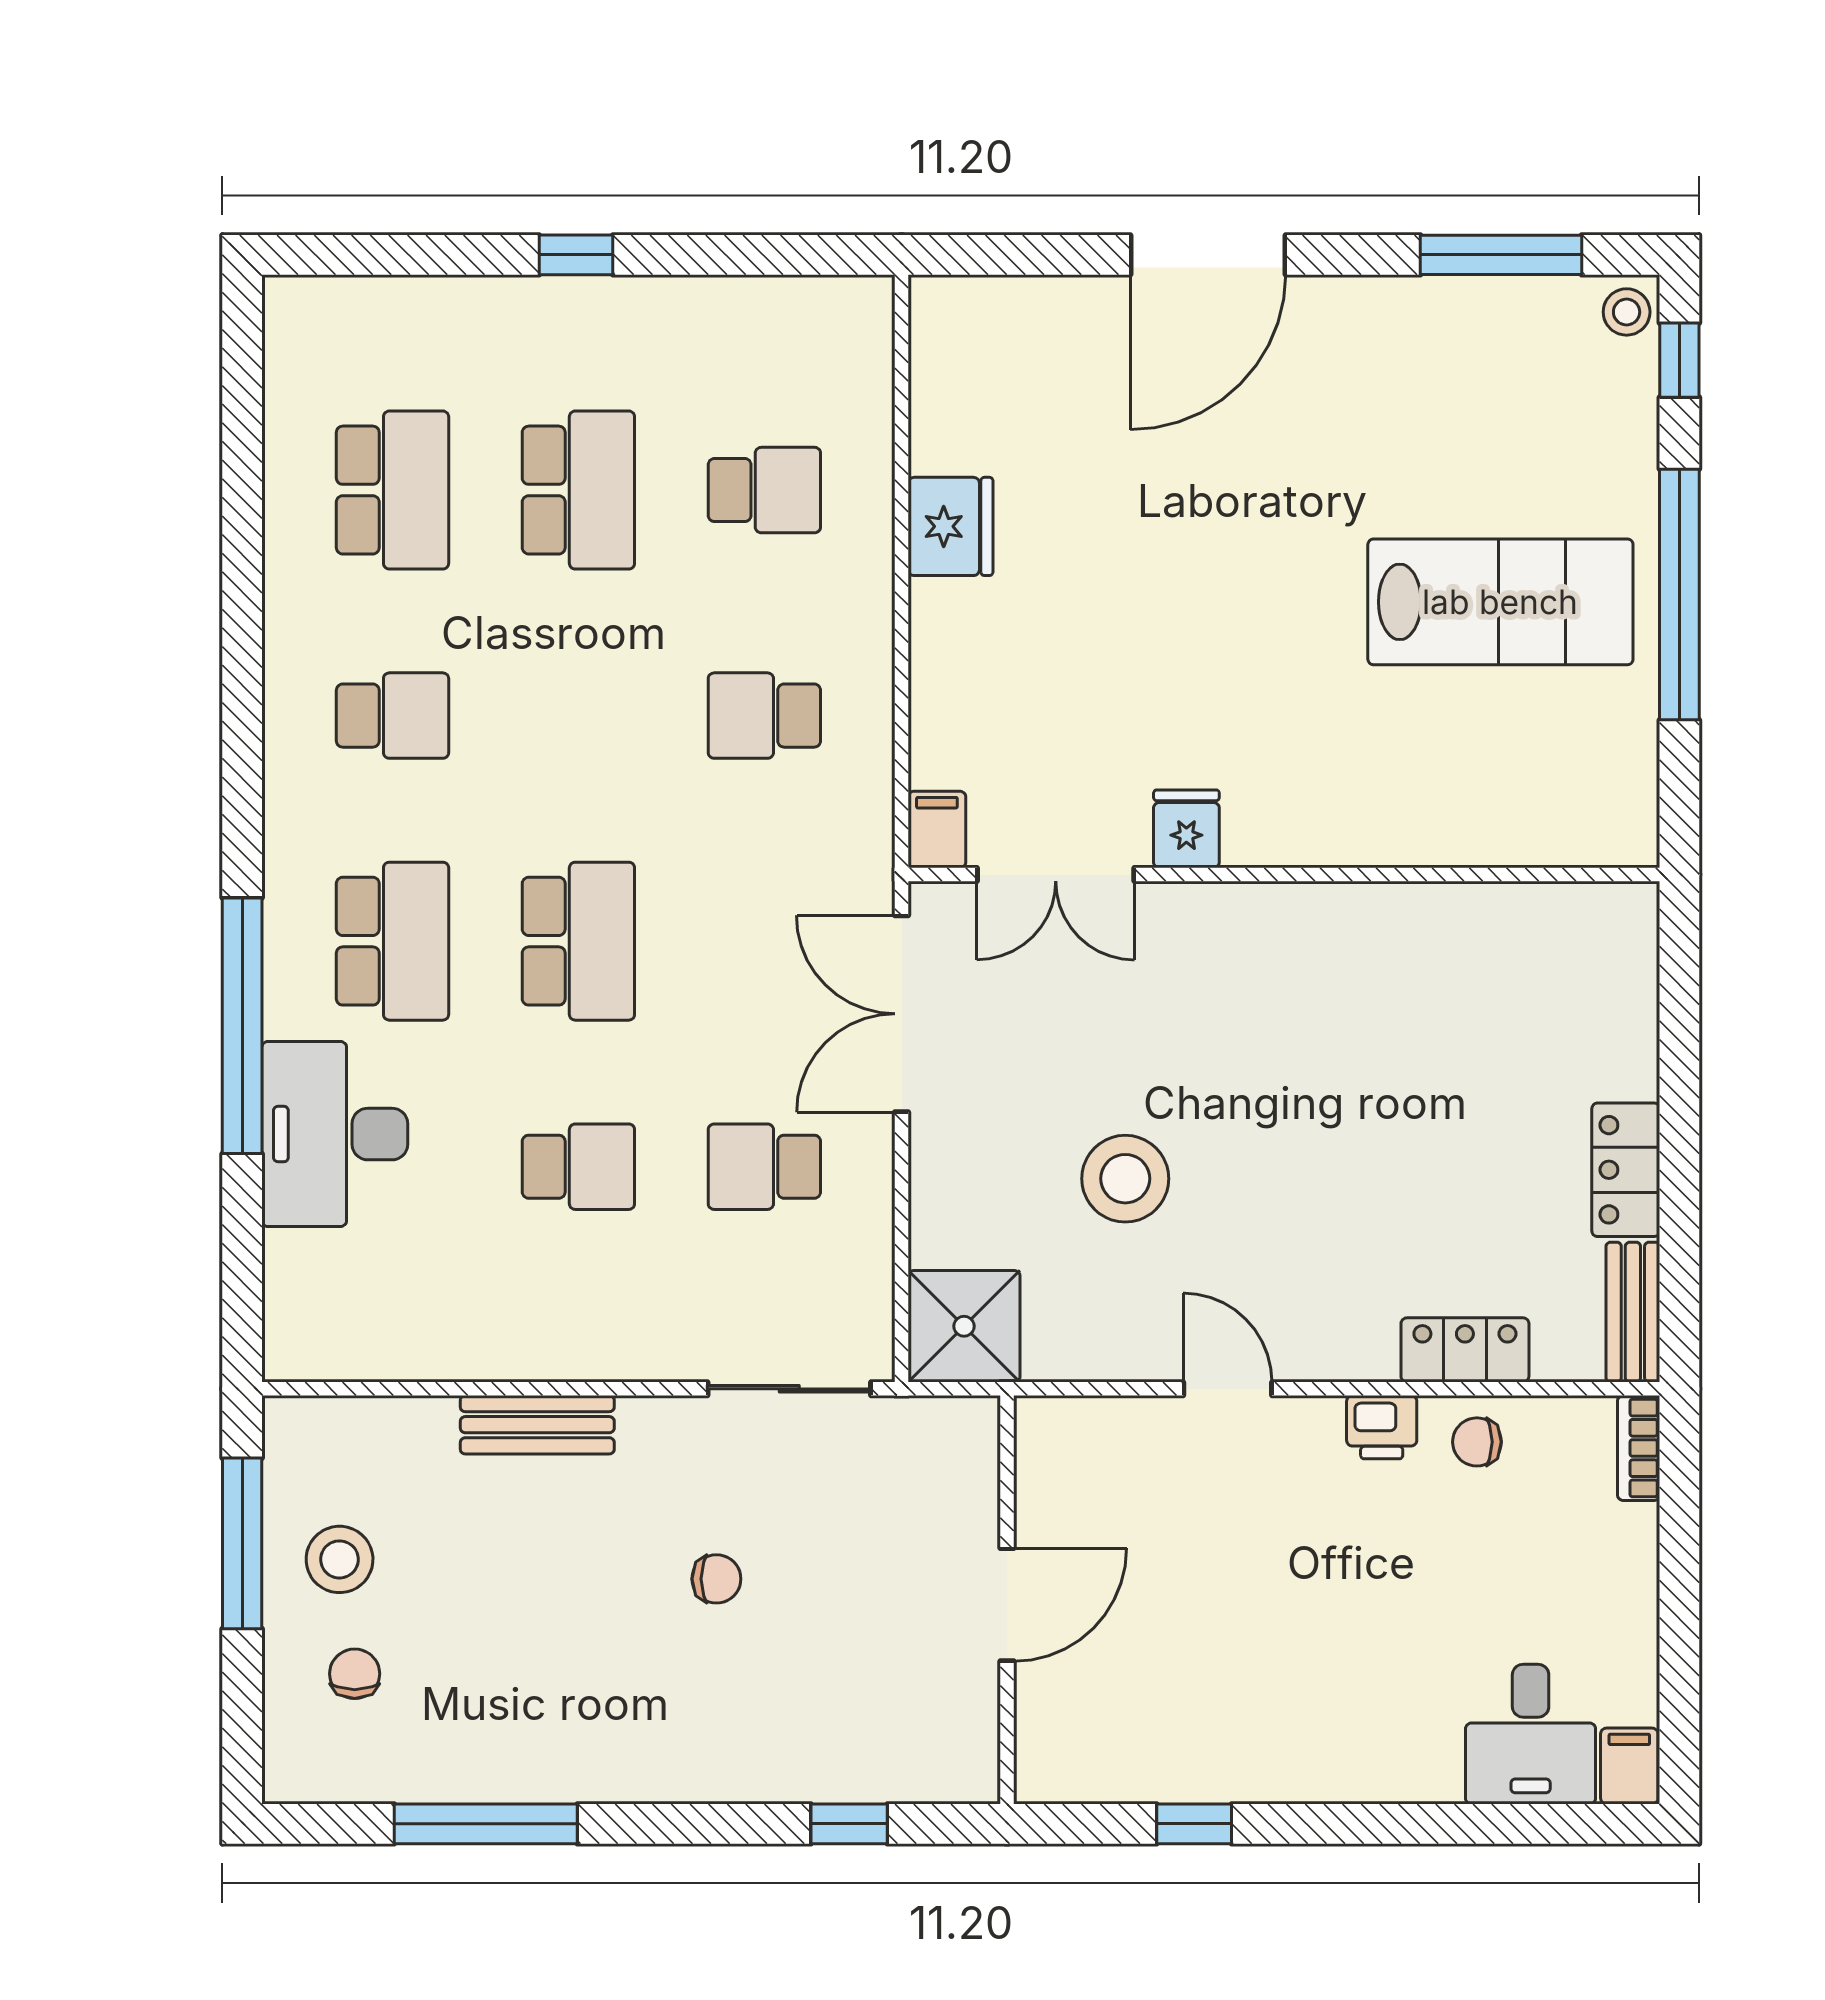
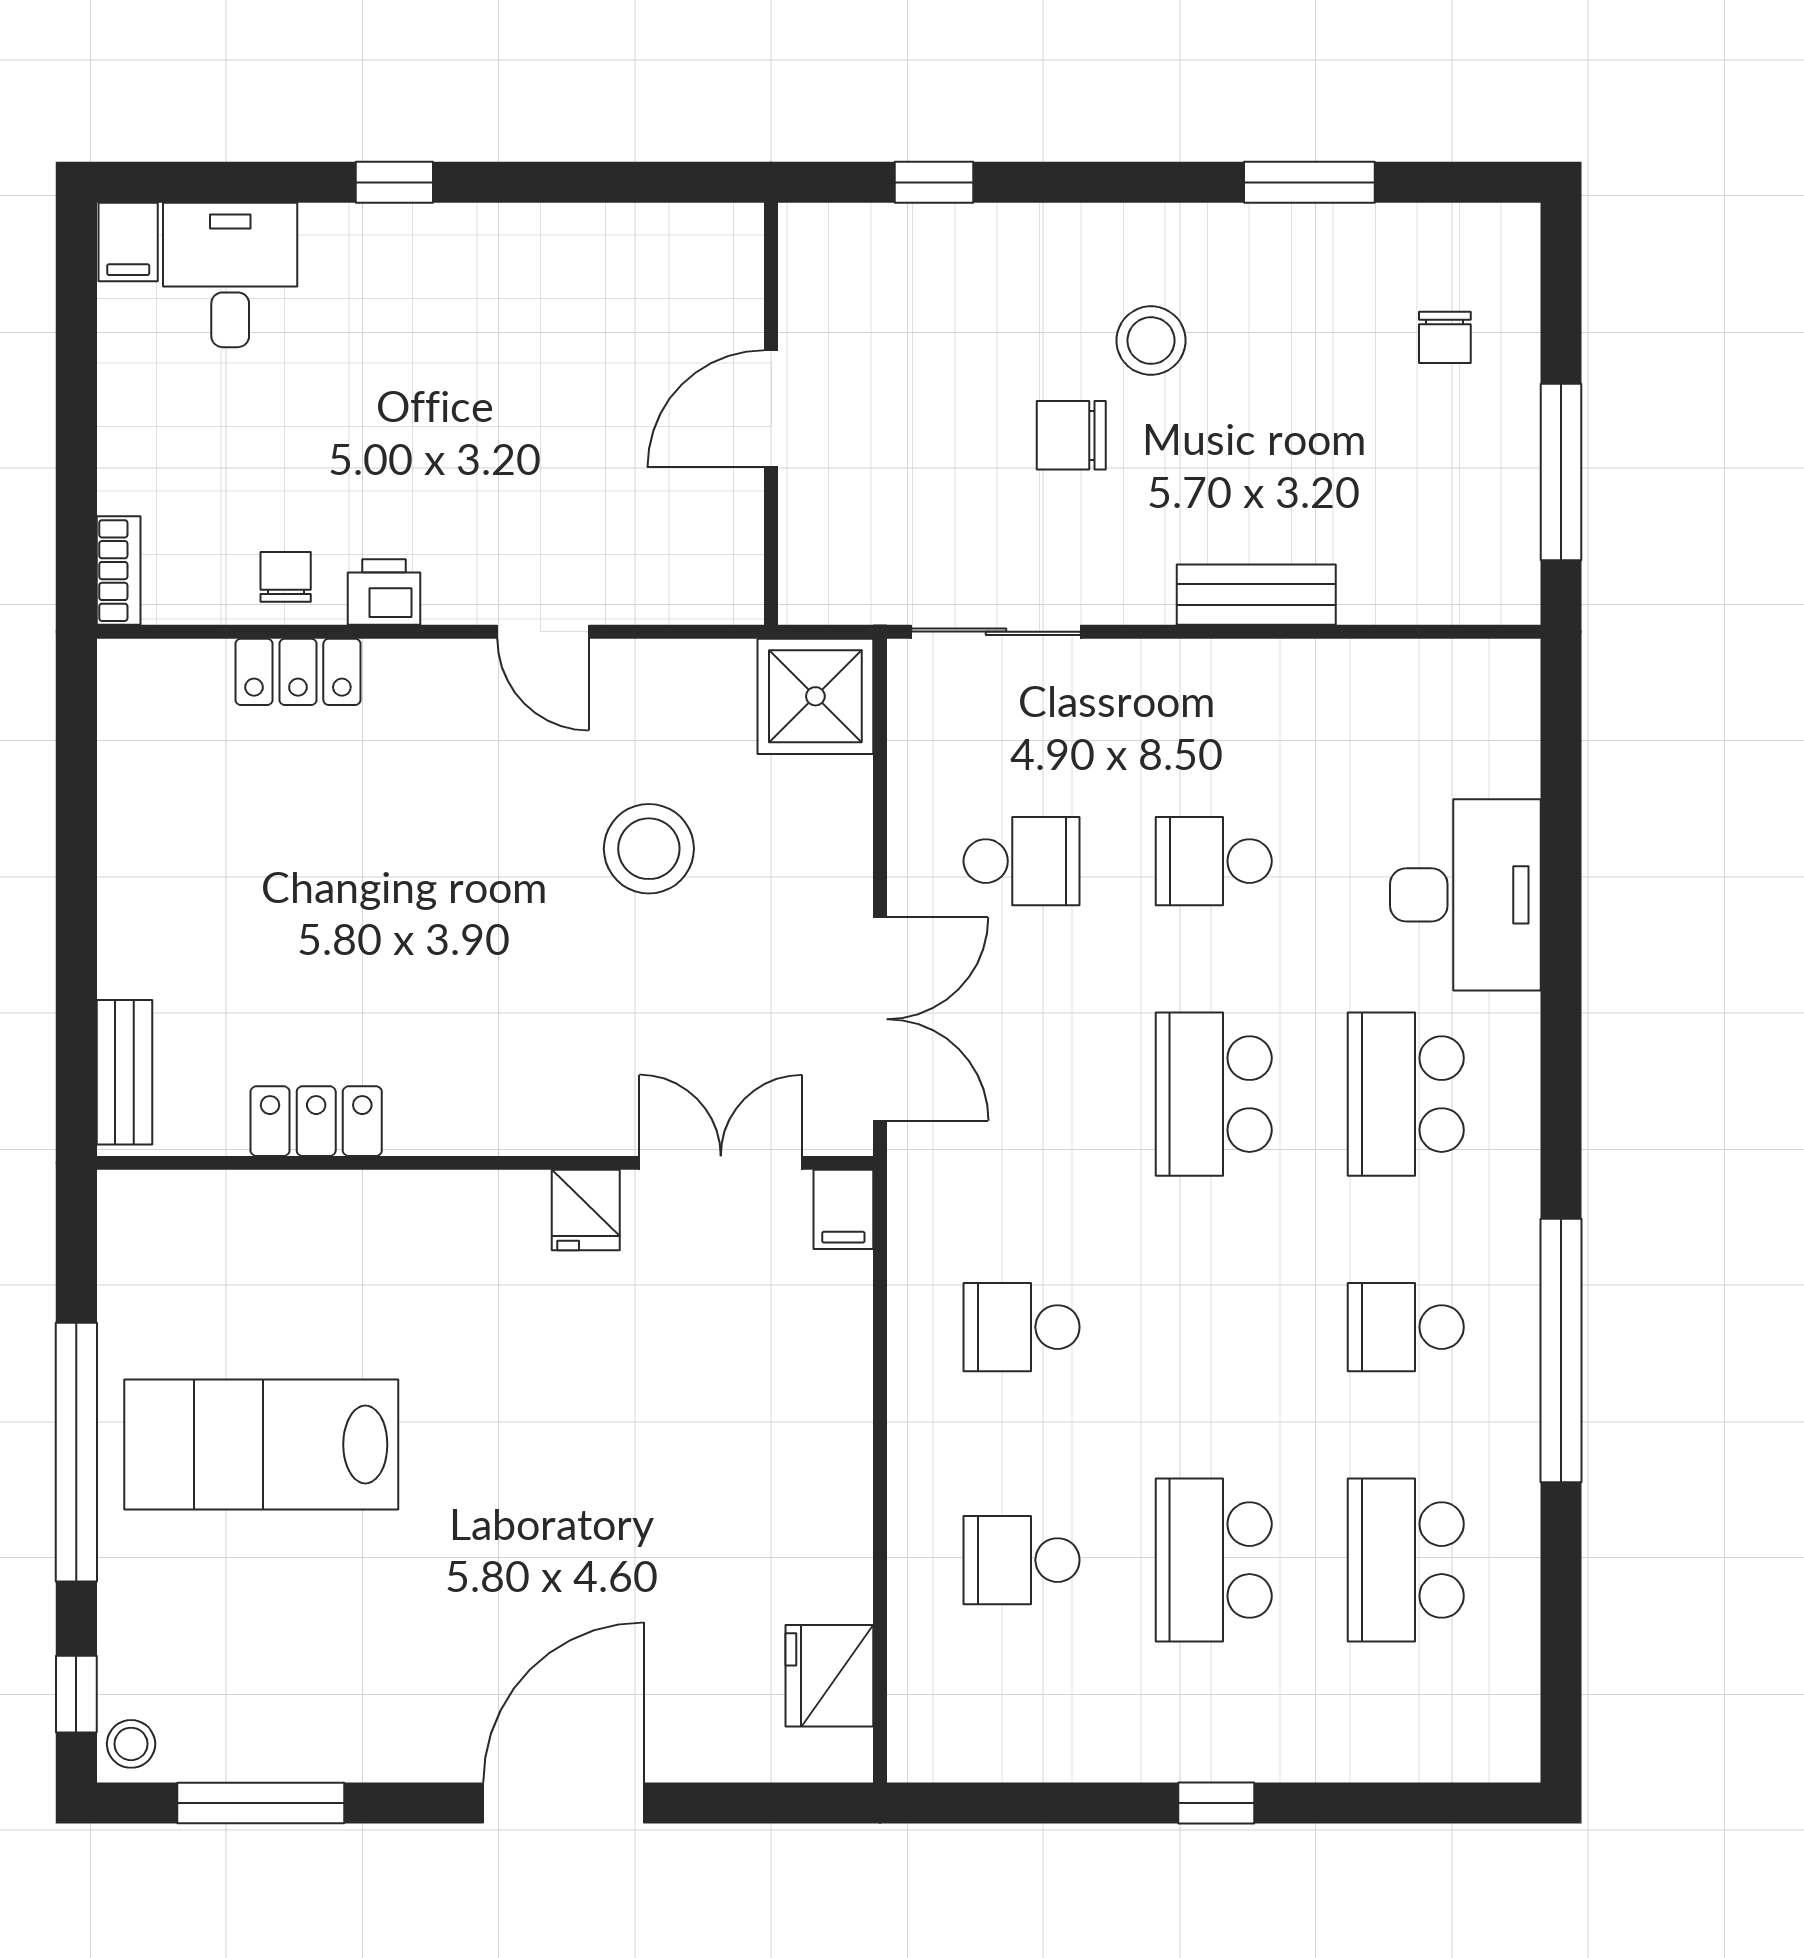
fridge: (950, 526) -> (829, 1676), moved
school desk: (764, 716) -> (1022, 1327), turned 180
window: (242, 1026) -> (1561, 1351), moved
locker: (1626, 1170) -> (316, 1121), moved, turned -90
bench: (1633, 1312) -> (124, 1072), moved
chair: (1477, 1442) -> (286, 577), turned -90
stool: (340, 1559) -> (1151, 341), moved
chair: (716, 1579) -> (1071, 435), width x1.37, depth x1.37
window: (486, 1824) -> (1309, 182), width x0.69
window: (1194, 1824) -> (394, 182), moved

